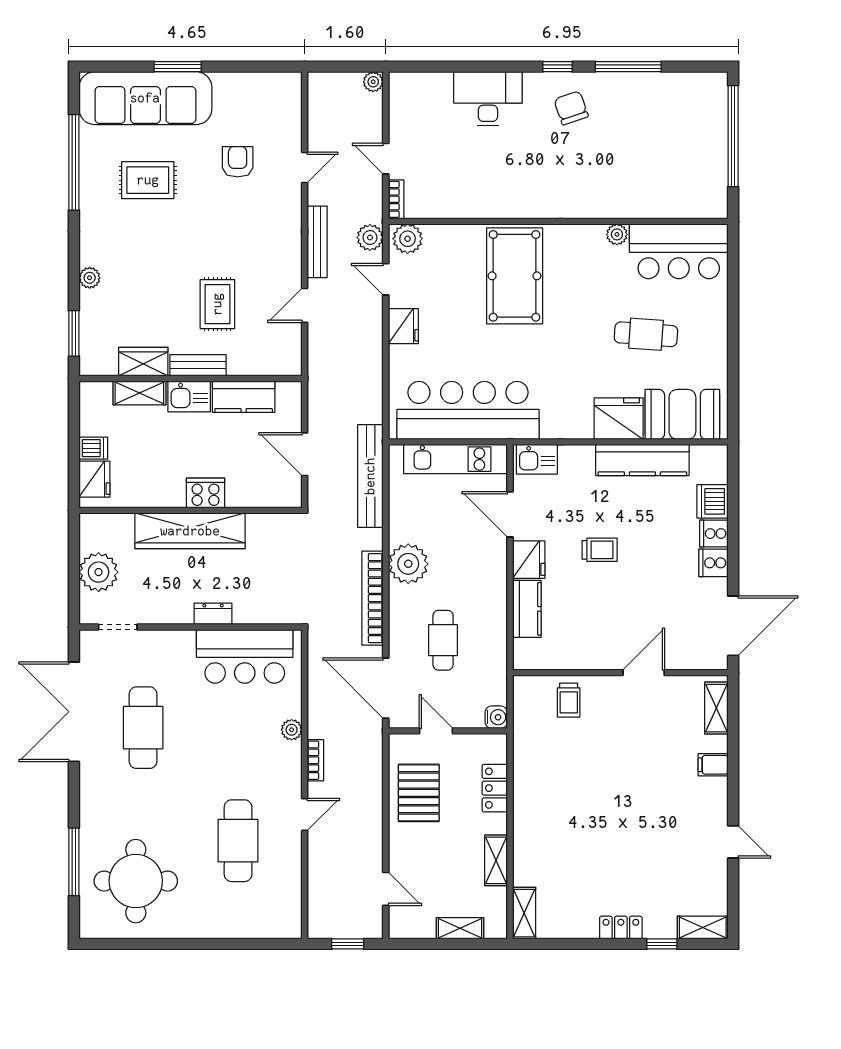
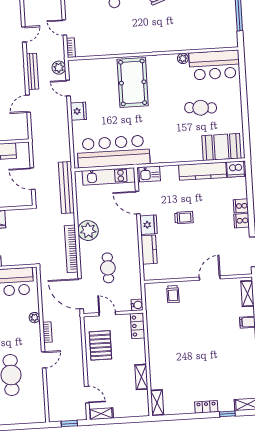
plant: (408, 239) -> (78, 67), removed
fridge: (619, 419) -> (189, 151), removed
dishwasher: (712, 501) -> (236, 169), moved, turned -90
locker: (495, 788) -> (138, 326), moved
shelving: (460, 928) -> (101, 414), moved

